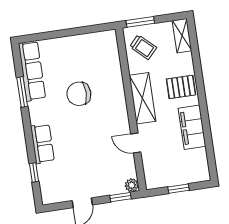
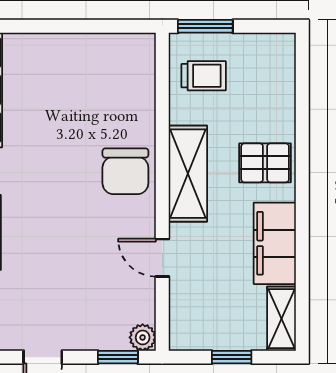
shelving: (182, 36) -> (281, 319), moved
trolley: (143, 47) -> (204, 76), turned -43
chair: (79, 94) -> (125, 171), moved, turned -90

